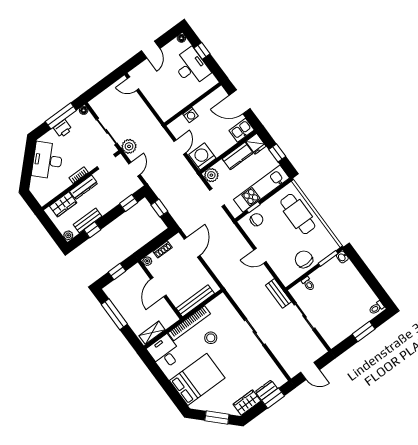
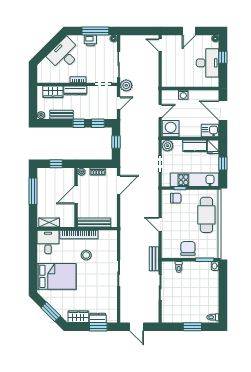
window: (92, 230) -> (79, 123), moved

